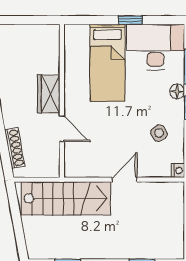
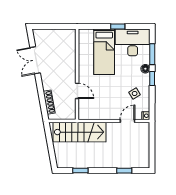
wardrobe: (49, 94) -> (69, 70), removed
door: (125, 180) -> (127, 121), moved

